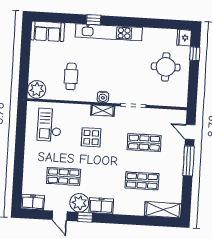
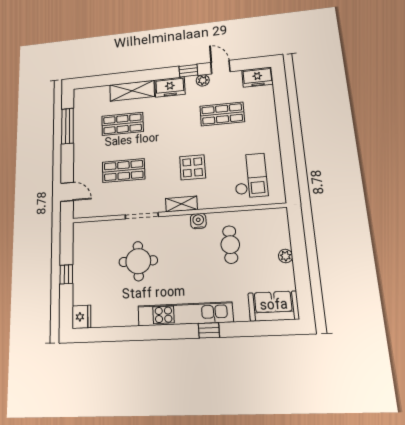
window: (195, 54) -> (66, 274), moved
round table: (166, 67) -> (138, 261), moved
plant: (37, 89) -> (286, 256), moved, width x0.53, depth x0.53
water cooler: (103, 97) -> (198, 221), moved
window: (189, 161) -> (67, 126), moved
plant: (79, 203) -> (203, 80), width x0.53, depth x0.53
shelving: (163, 210) -> (132, 91), moved

